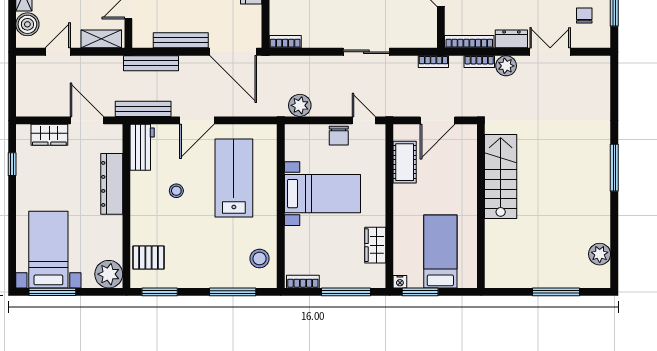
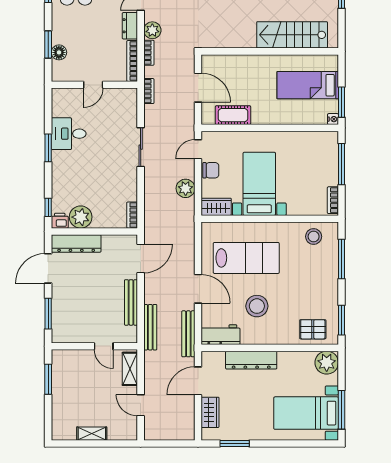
boiler: (27, 24) -> (118, 431), removed
door: (233, 52) -> (141, 259), width x0.73
plant: (300, 105) -> (186, 188), moved
window: (12, 164) -> (235, 443), width x1.50
stairs: (501, 176) -> (292, 35), moved
lab bench: (234, 178) -> (246, 258), turned 180
stool: (176, 191) -> (257, 306), width x1.89, depth x1.89
wardrobe: (375, 245) -> (216, 207), moved, turned 180
pallet: (149, 258) -> (313, 329), turned 90

